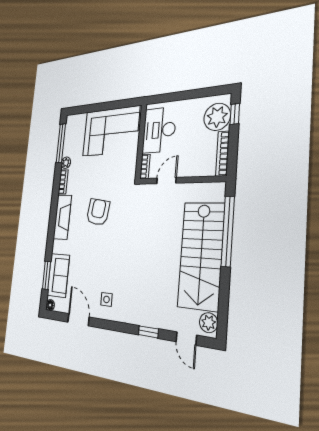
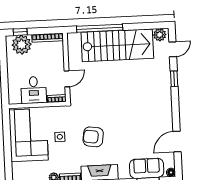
desk: (159, 130) -> (34, 90), width x0.73
door: (166, 181) -> (67, 79), swing flipped
side table: (106, 299) -> (60, 137), moved

